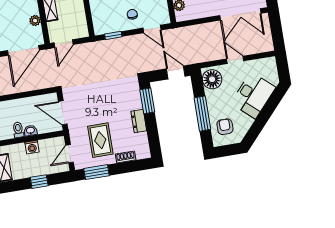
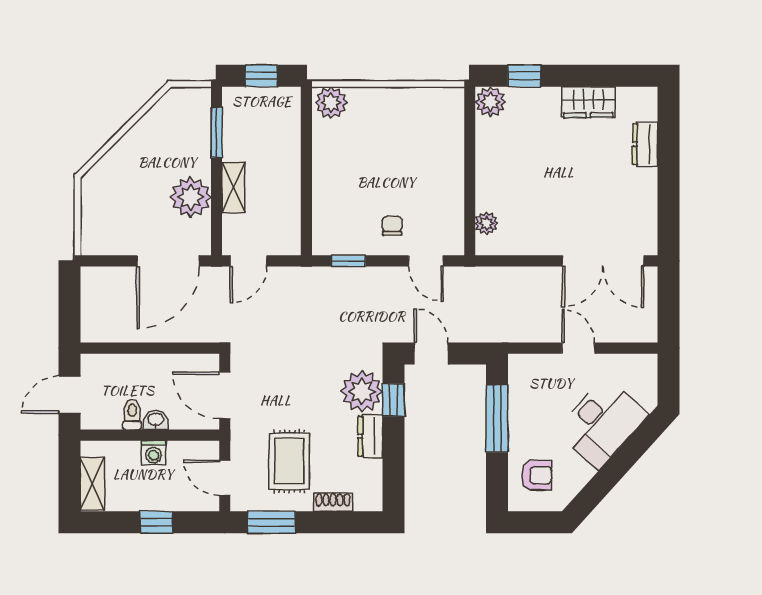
plant: (35, 21) -> (191, 197), width x1.88, depth x1.88
door: (176, 72) -> (431, 354), moved
floor lamp: (212, 79) -> (527, 378), removed
plant: (131, 99) -> (362, 391), added
window: (147, 101) -> (393, 400), width x0.67
window: (202, 114) -> (497, 418), moved
armchair: (225, 127) -> (537, 475), turned 90
door: (70, 154) -> (225, 478), hinge flipped

